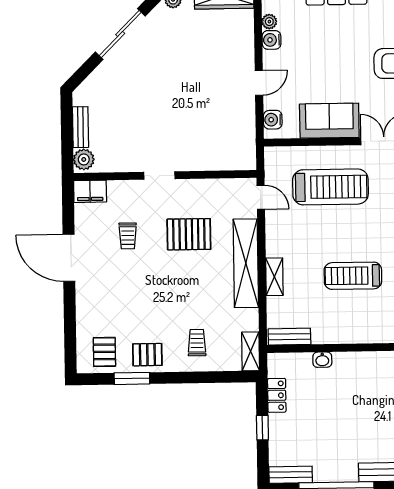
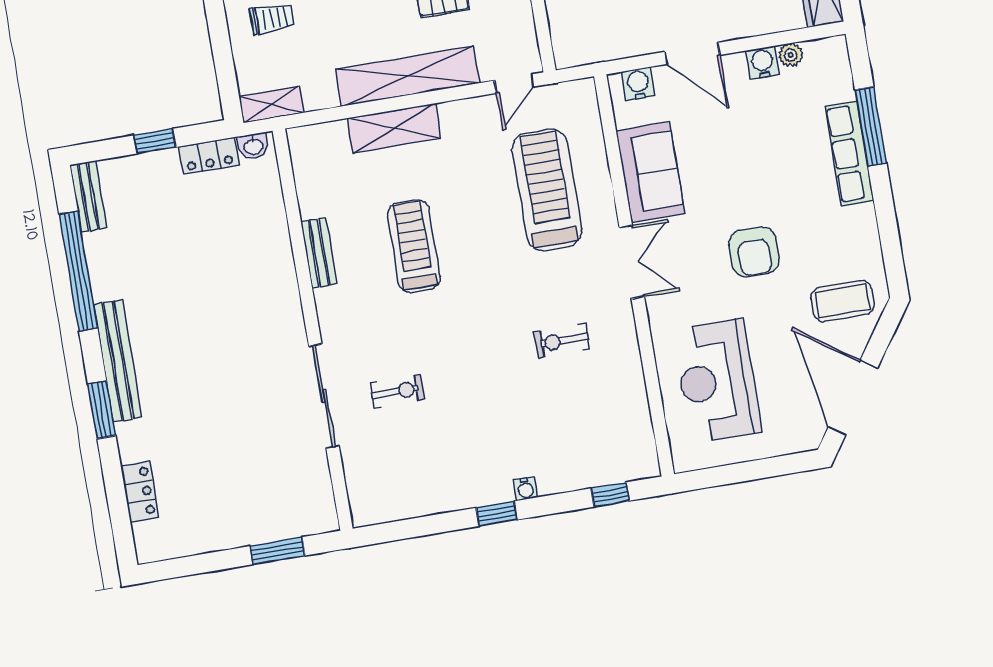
door: (259, 83) -> (692, 53), width x1.38
treadmill: (330, 187) -> (547, 190), turned 180
shelving: (274, 277) -> (394, 128), width x1.50, depth x1.33
bench: (289, 337) -> (319, 253), moved
washbasin: (322, 360) -> (253, 146), moved, turned -90

